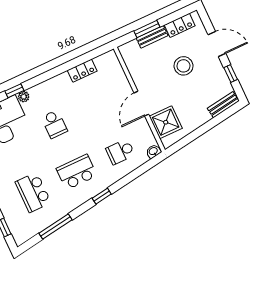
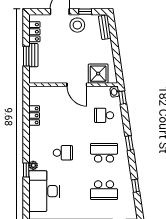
stool: (183, 66) -> (77, 25), moved
school desk: (120, 152) -> (104, 115), turned 90
window: (151, 164) -> (123, 98), added
school desk: (77, 172) -> (104, 153), turned 90
window: (56, 227) -> (136, 186), width x0.46

